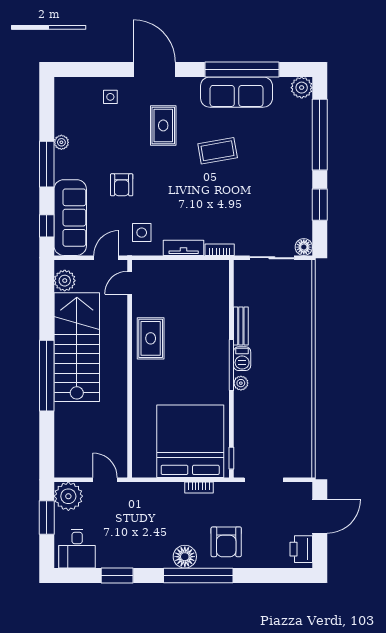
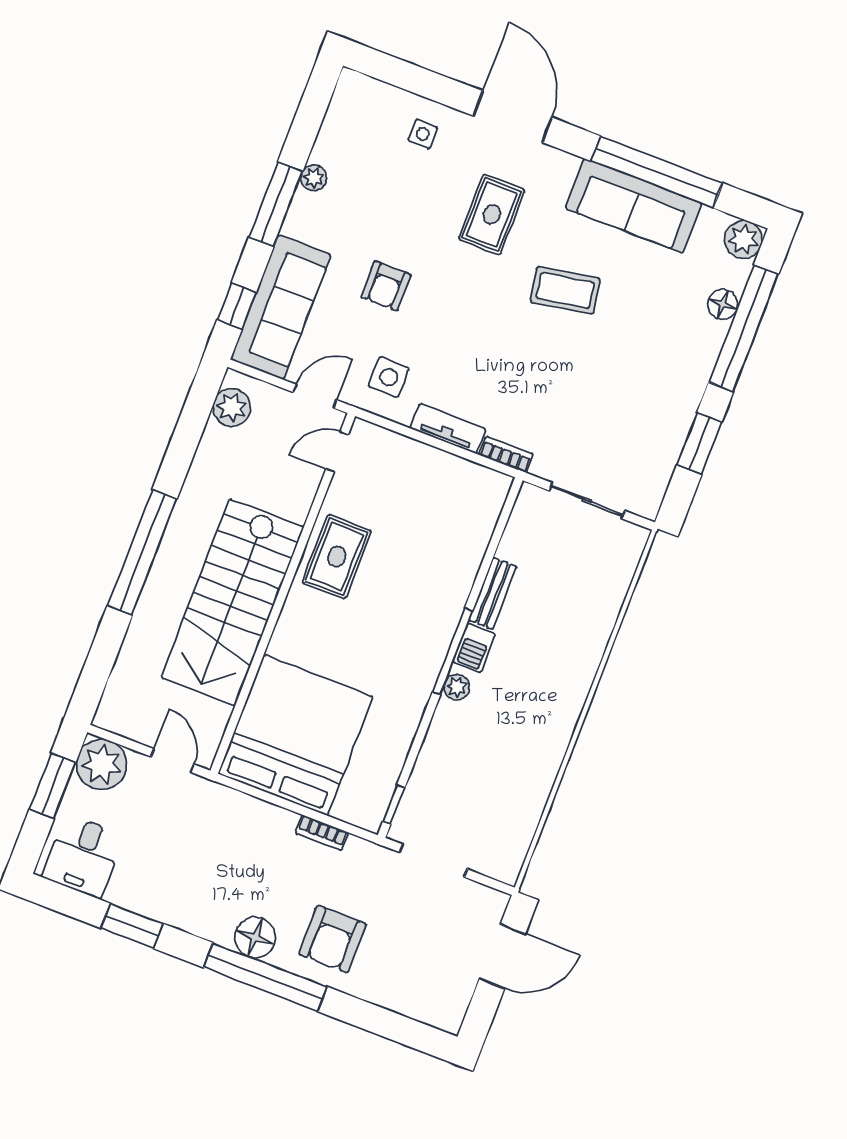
floor lamp: (304, 247) -> (723, 304), moved
stairs: (77, 347) -> (232, 602), moved, turned 180
bed: (190, 441) -> (296, 735), moved
printer: (301, 549) -> (451, 999), removed

